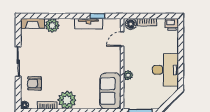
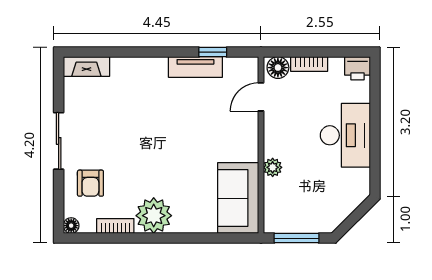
plant: (52, 25) -> (125, 70), removed
desk: (165, 70) -> (345, 135), moved
armchair: (35, 83) -> (90, 183), turned -90

